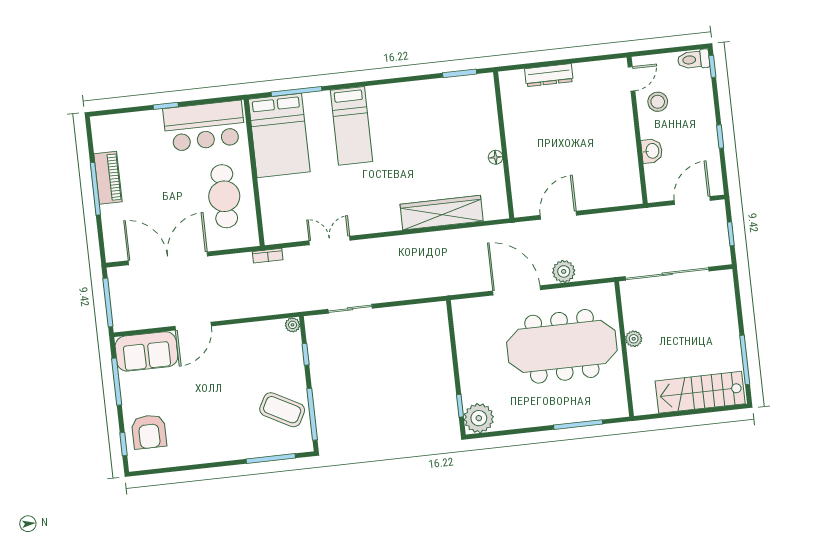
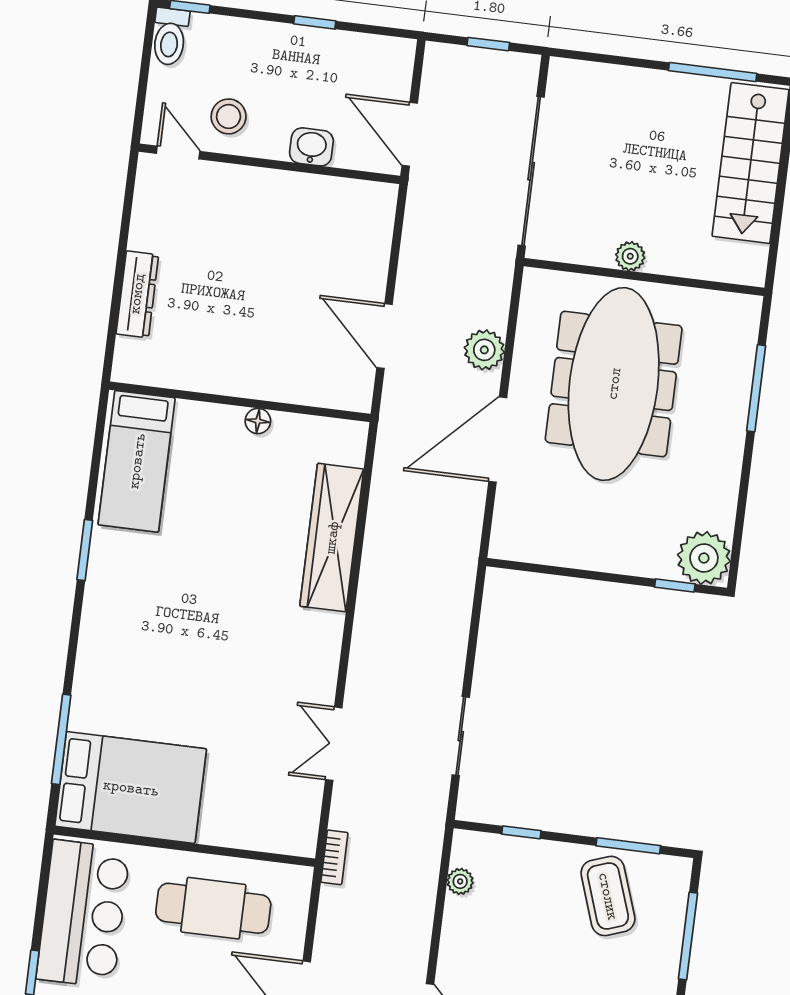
window: (460, 73) -> (85, 550), moved
bed: (352, 126) -> (137, 461), moved, turned 90
door: (692, 200) -> (410, 134), moved
plant: (293, 325) -> (460, 881), moved
coffee table: (282, 410) -> (608, 896), turned -47
window: (312, 414) -> (628, 846), width x0.69

